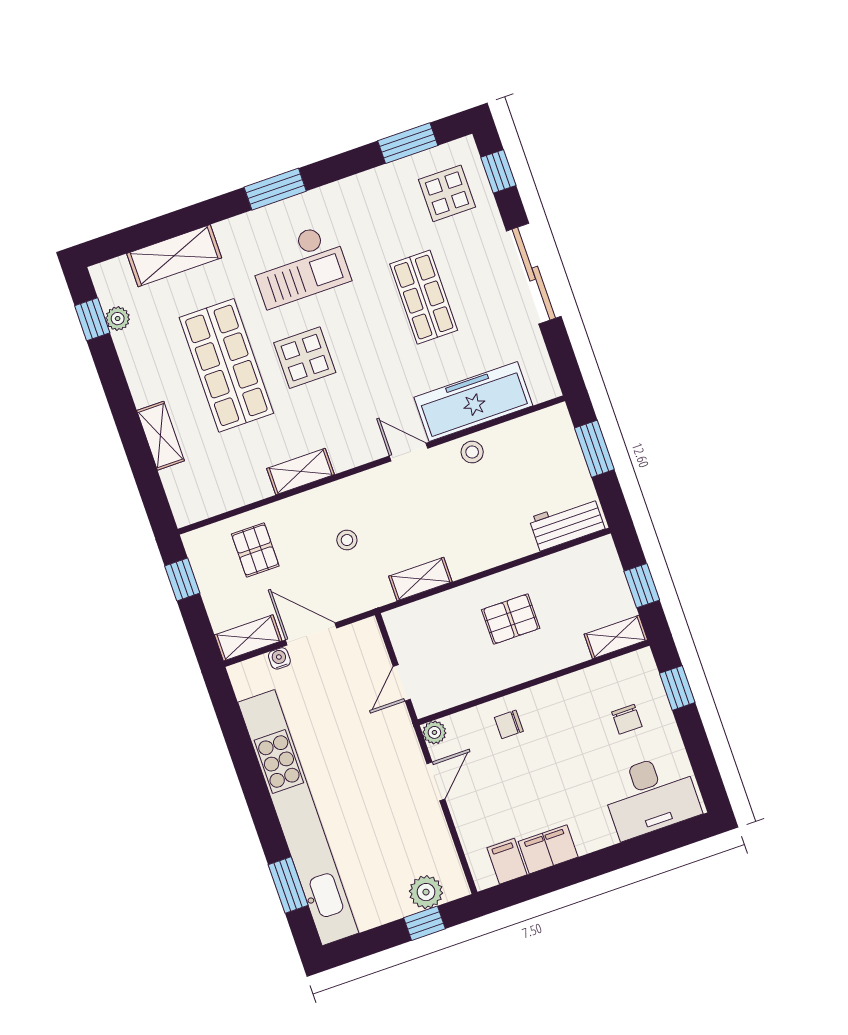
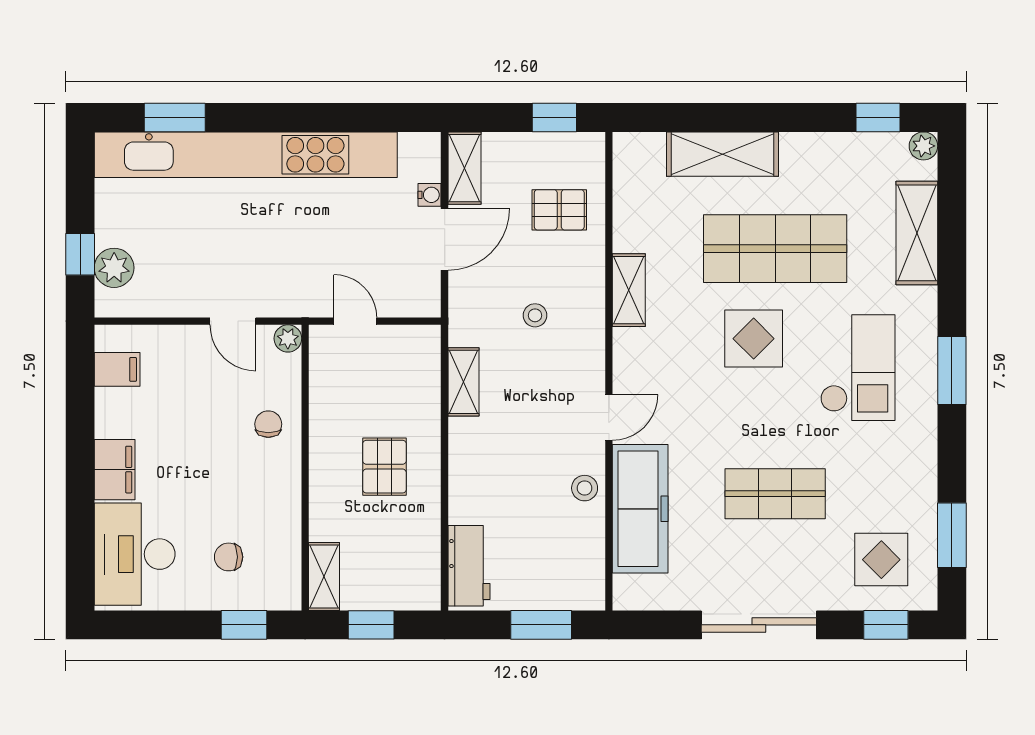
checkout: (299, 266) -> (858, 368), turned 180
plant: (118, 319) -> (923, 146), moved
shelving: (160, 436) -> (722, 154), width x1.50, depth x1.33
filing cabinet: (548, 849) -> (115, 470), moved

